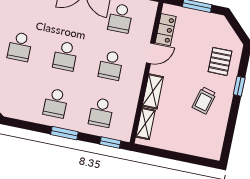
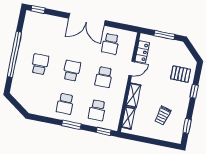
school desk: (20, 47) -> (40, 64), turned 180
school desk: (65, 56) -> (72, 71), turned 180
pallet: (220, 61) -> (181, 74), turned 90
trolley: (204, 100) -> (163, 115), moved
window: (229, 135) -> (187, 126), added

